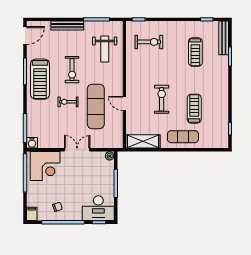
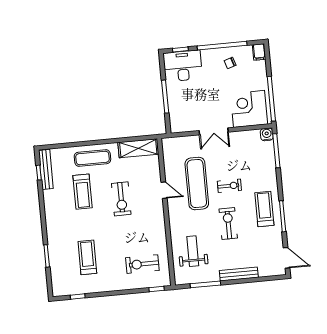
door: (25, 36) -> (286, 258), swing flipped
bench: (224, 38) -> (46, 169), moved
treadmill: (40, 79) -> (264, 209), width x0.73, depth x0.73
plant: (110, 156) -> (175, 128), removed

